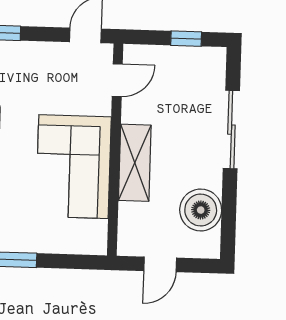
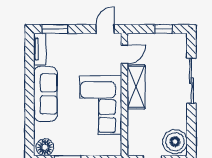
shelving: (135, 163) -> (136, 87), moved
boiler: (201, 210) -> (175, 142), moved

